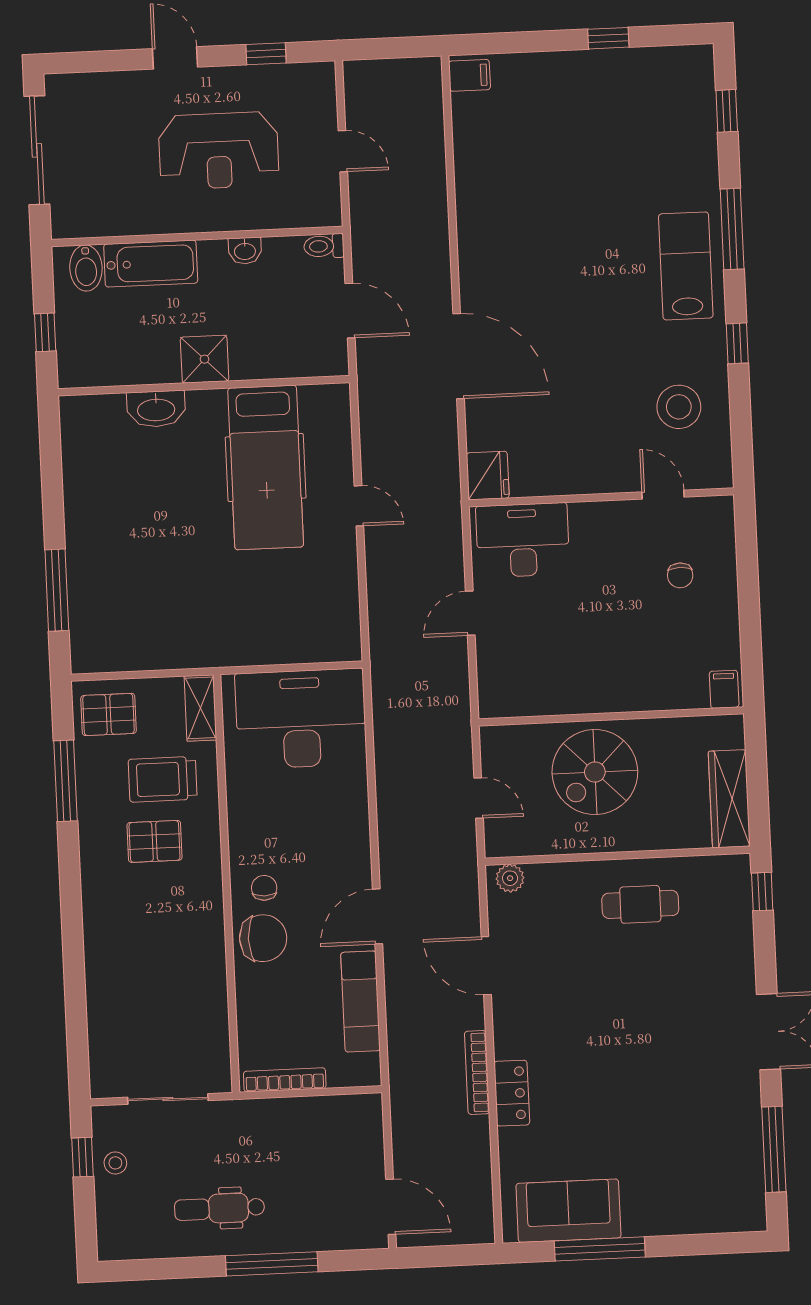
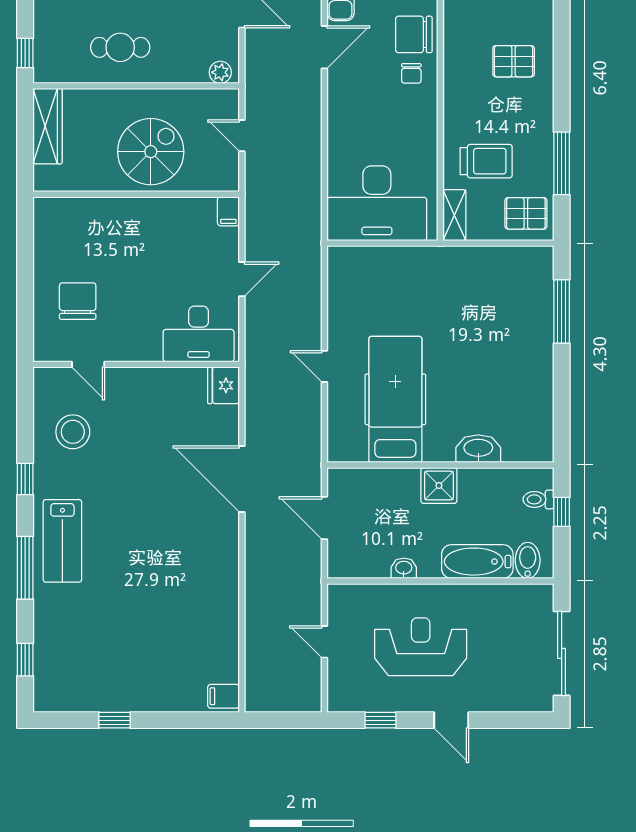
toilet: (324, 246) -> (538, 499), moved, turned 180
chair: (680, 575) -> (78, 301), width x1.87, depth x1.87
filing cabinet: (724, 689) -> (228, 211), moved
pallet: (155, 841) -> (514, 61), moved

